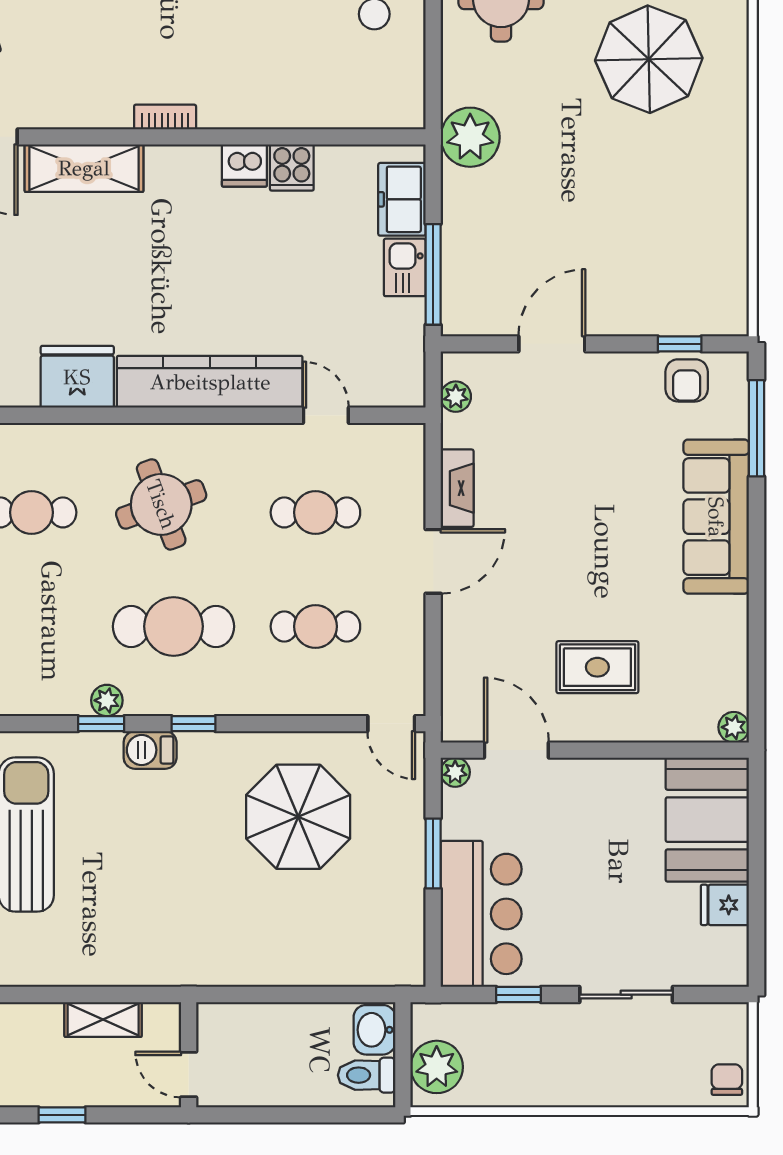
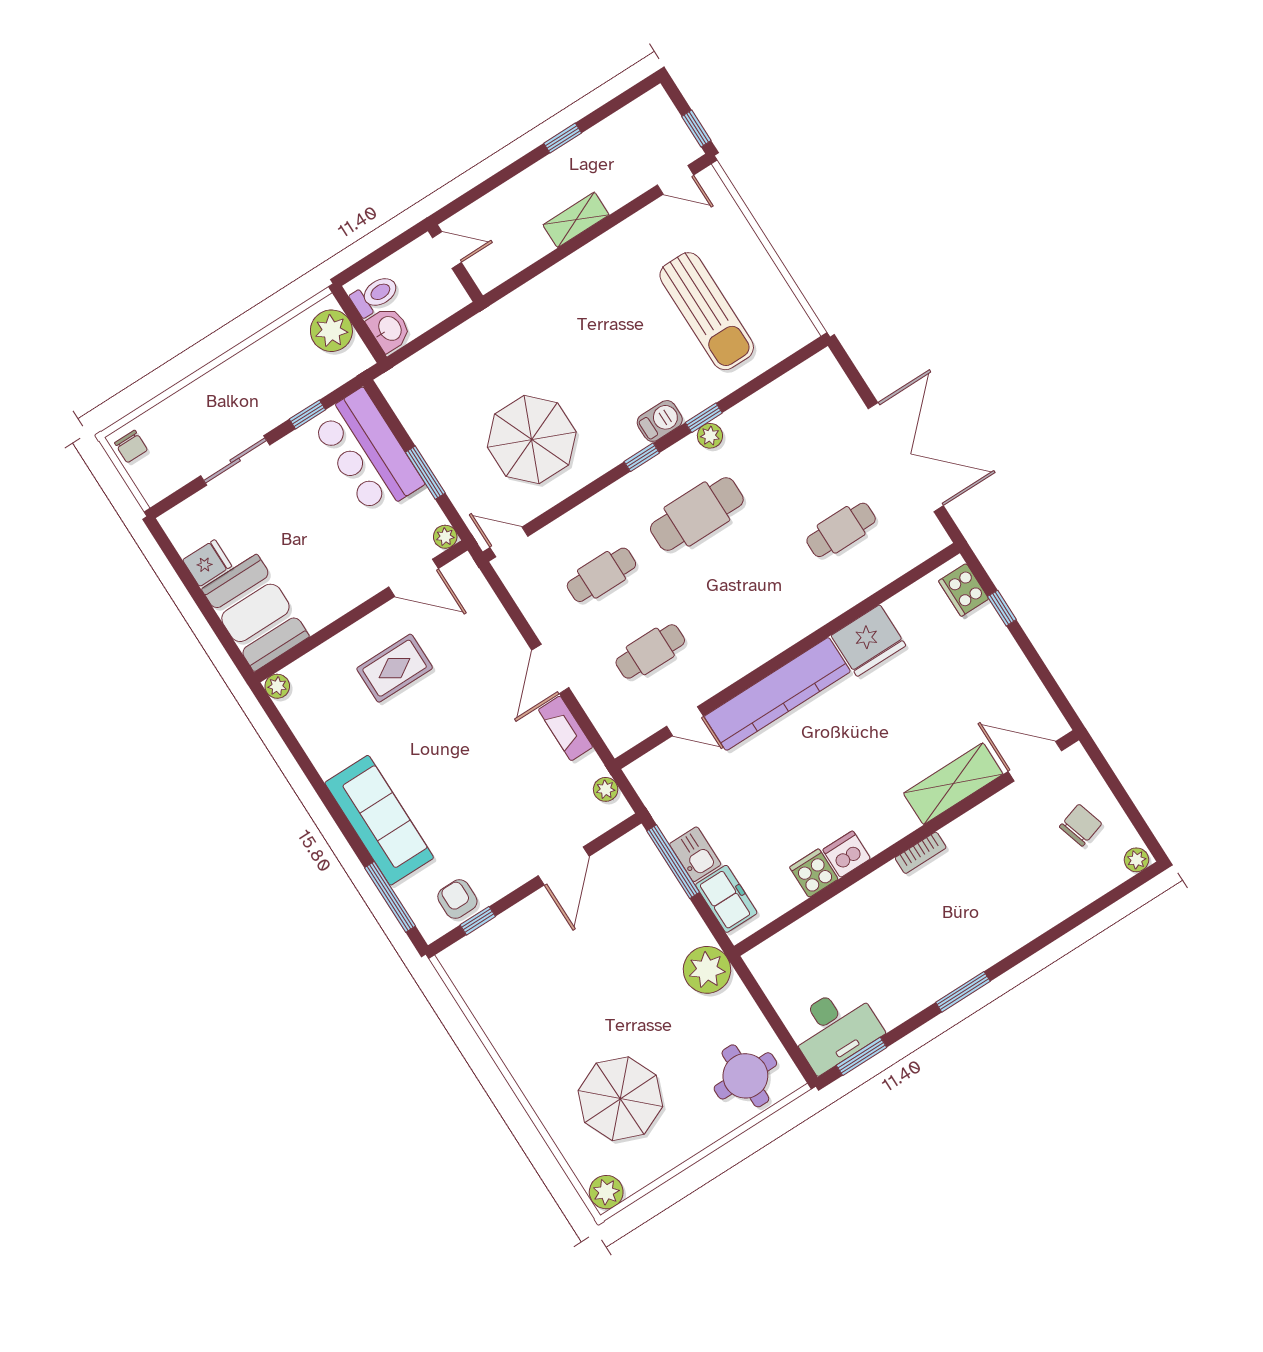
round table: (161, 504) -> (757, 591), removed
wall: (189, 1055) -> (455, 263), moved
door: (189, 1075) -> (447, 250), moved

